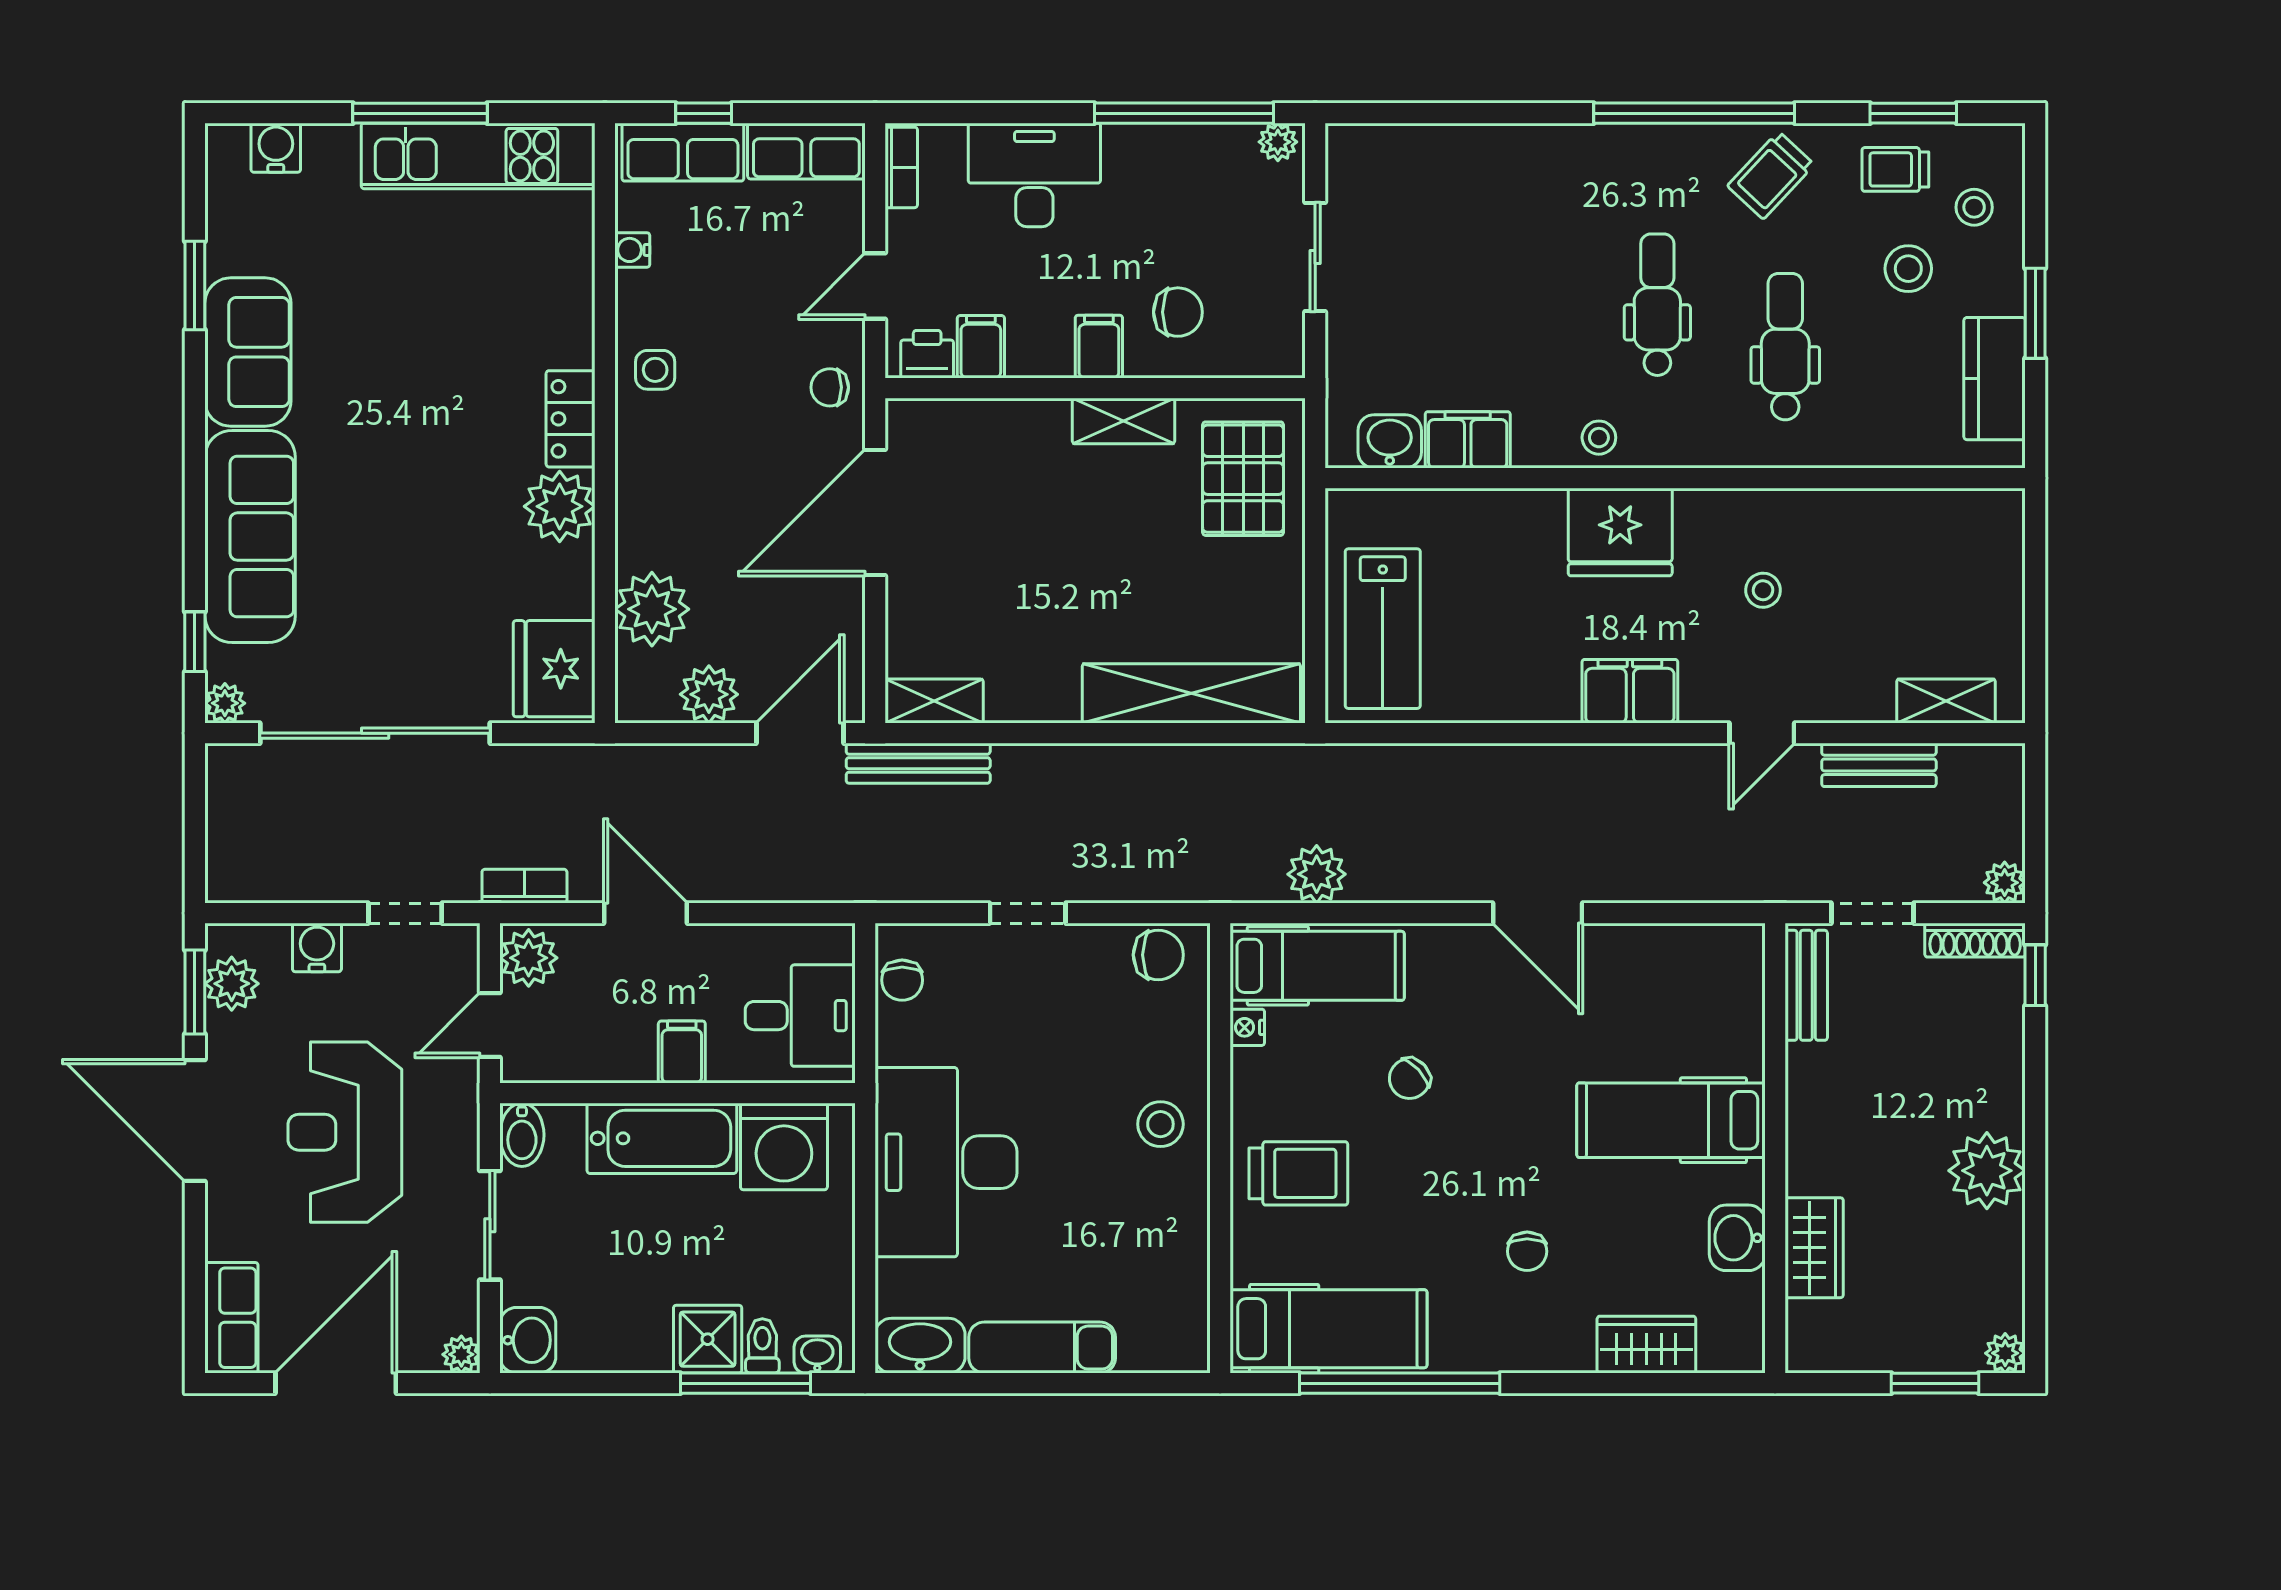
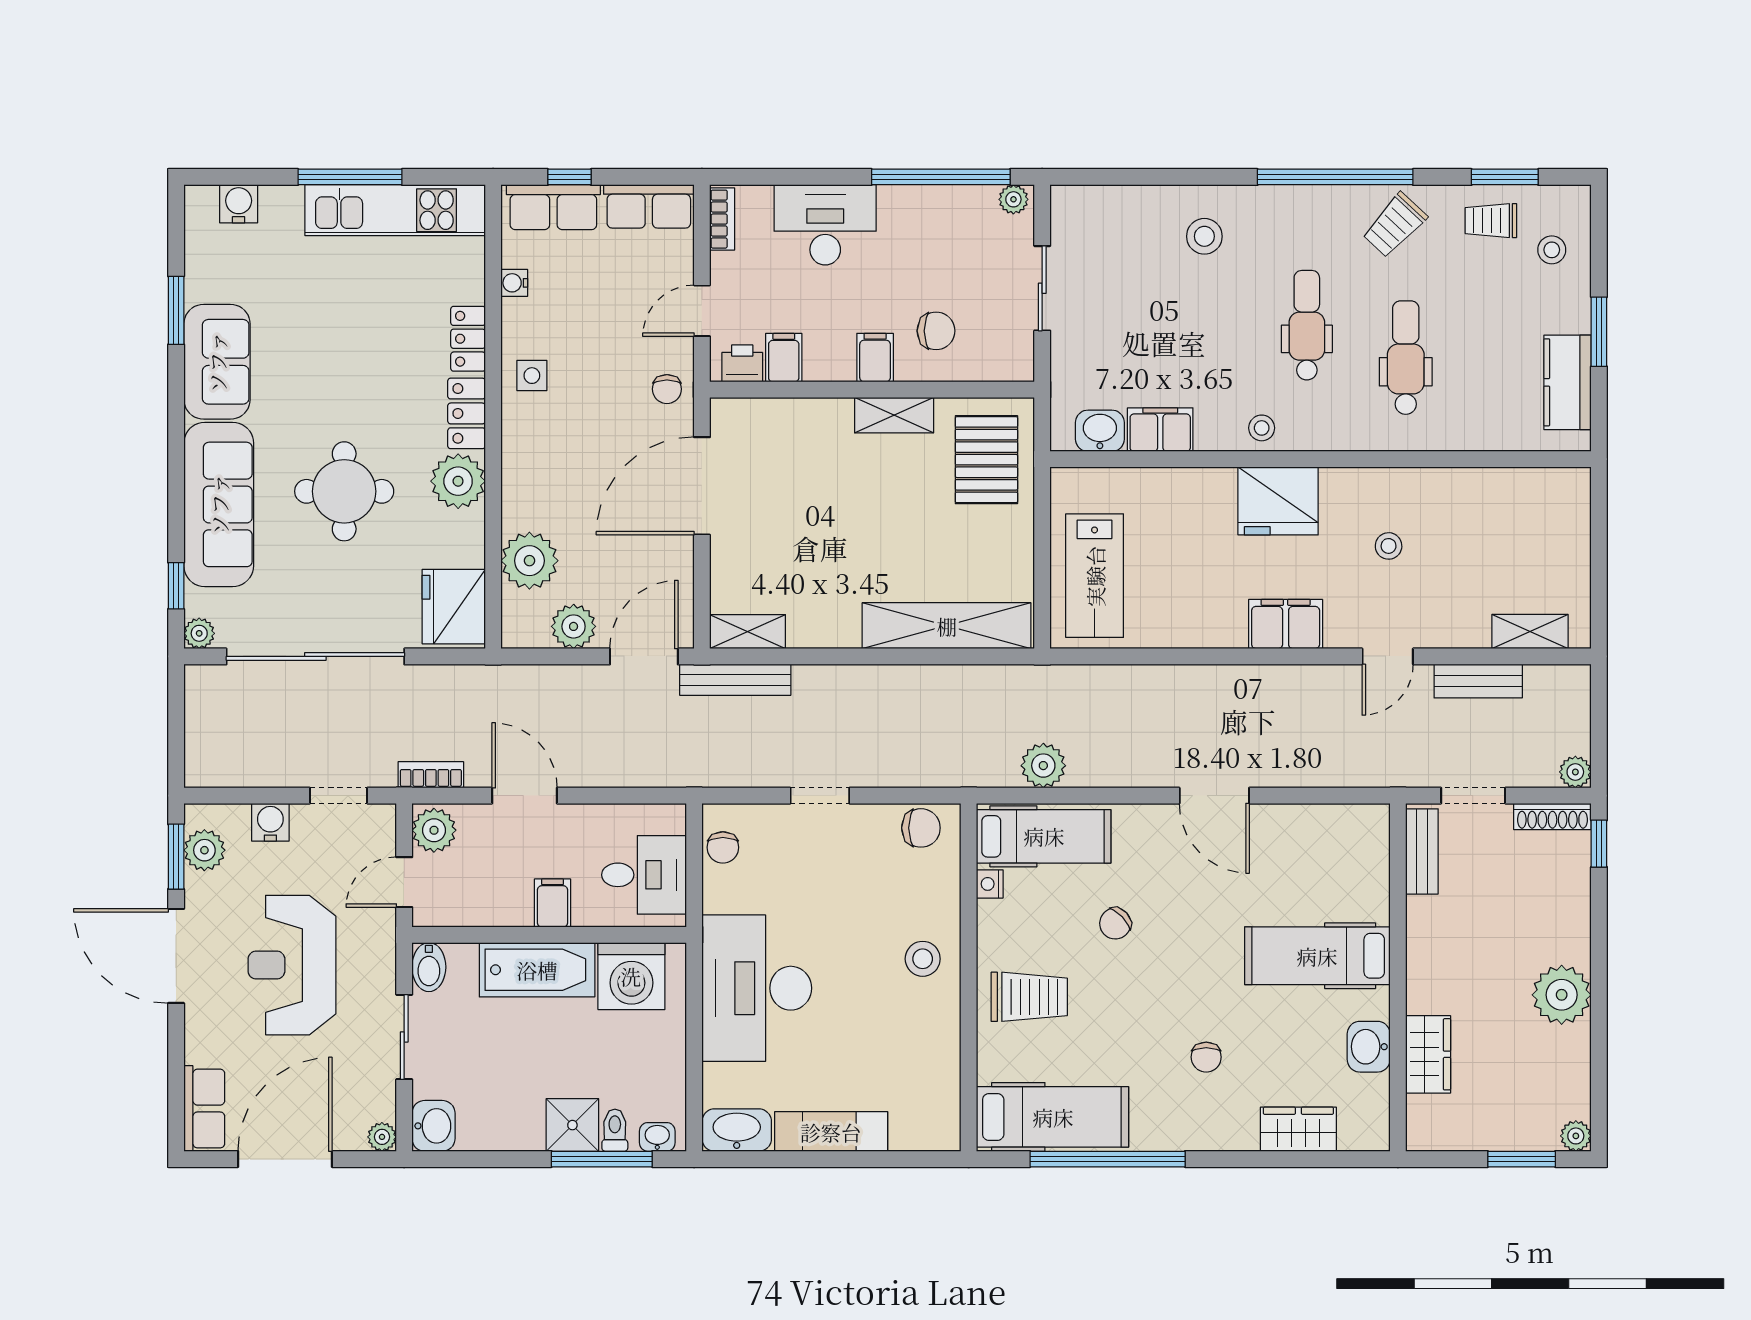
stool: (1908, 269) -> (1204, 236), moved
locker: (573, 322) -> (468, 339), added
chair: (830, 387) -> (667, 389), turned -90
round table: (412, 520) -> (344, 491), added

